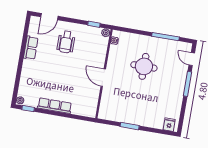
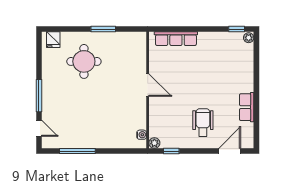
round table: (144, 66) -> (84, 61), moved
row of seats: (55, 106) -> (176, 39), moved

